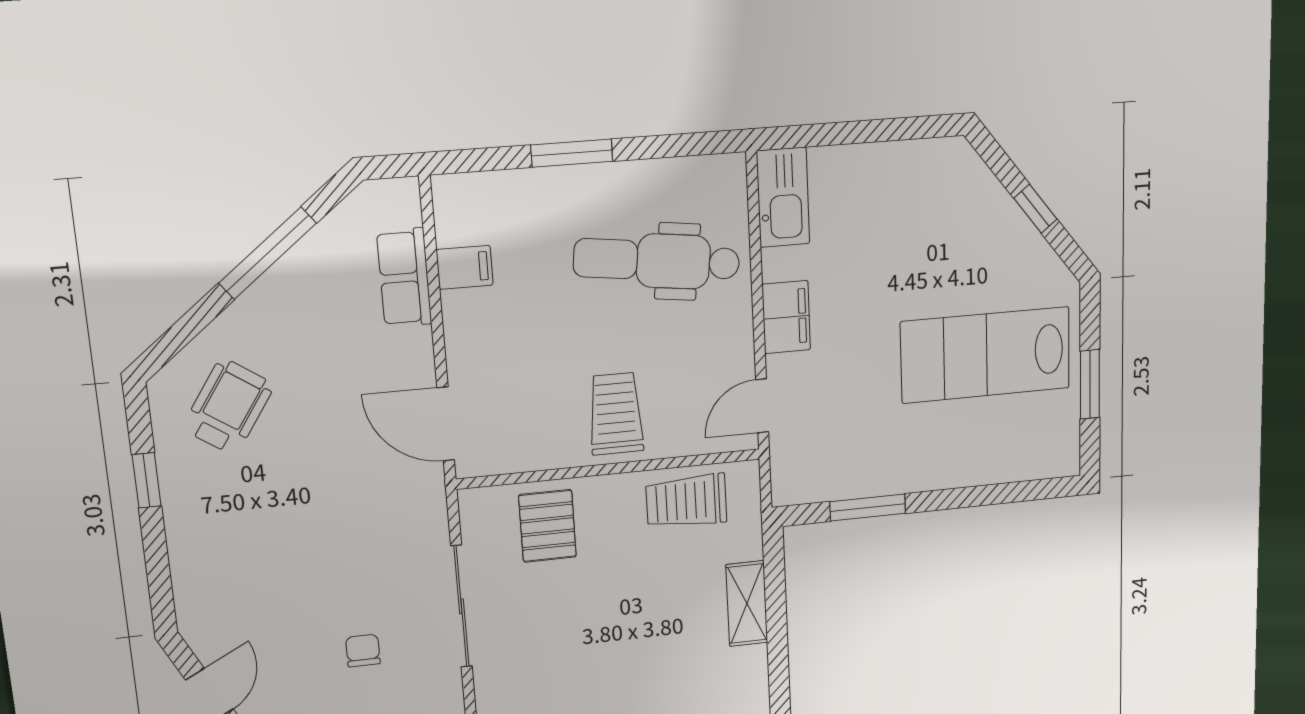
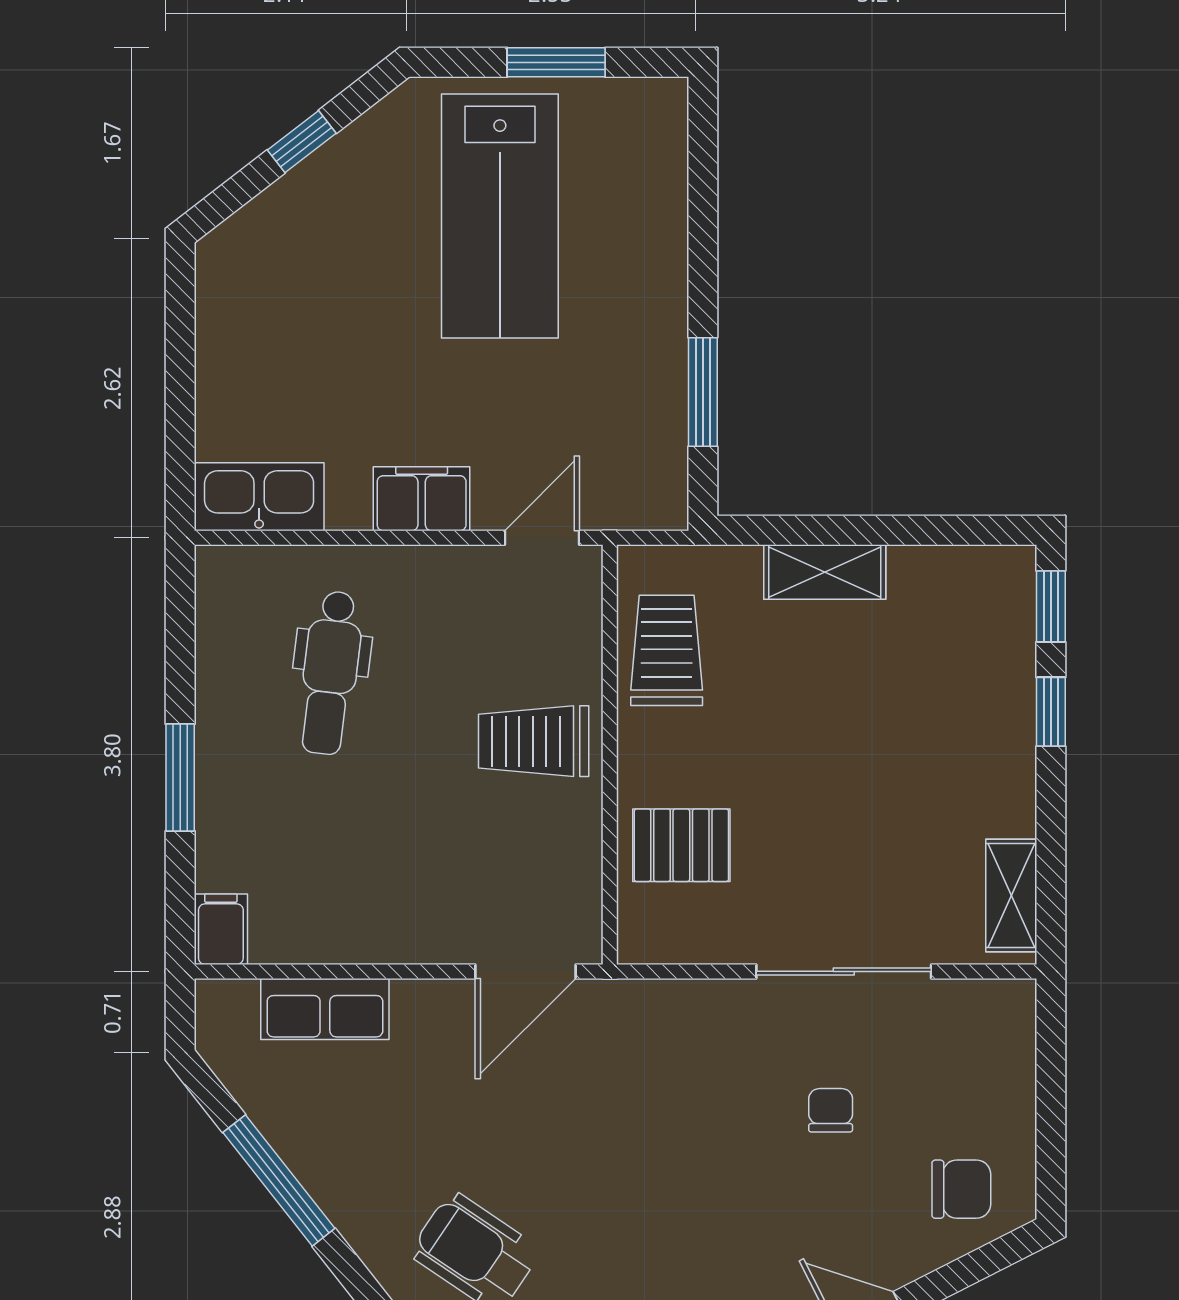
dental chair: (657, 261) -> (330, 673), width x0.73, depth x0.72
filing cabinet: (465, 267) -> (221, 929), moved
door: (762, 406) -> (542, 538), swing flipped
trolley: (686, 501) -> (667, 650), turned 180
sliding door: (461, 606) -> (844, 971), moved
chair: (363, 650) -> (831, 1110), turned 90

